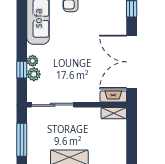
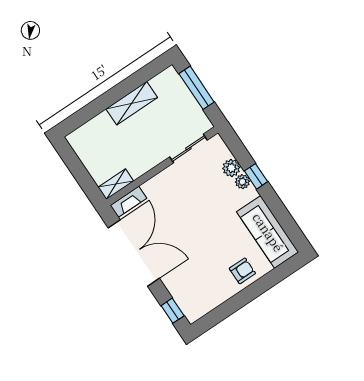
window: (22, 70) -> (256, 176), moved
sliding door: (53, 105) -> (188, 148), width x0.73

